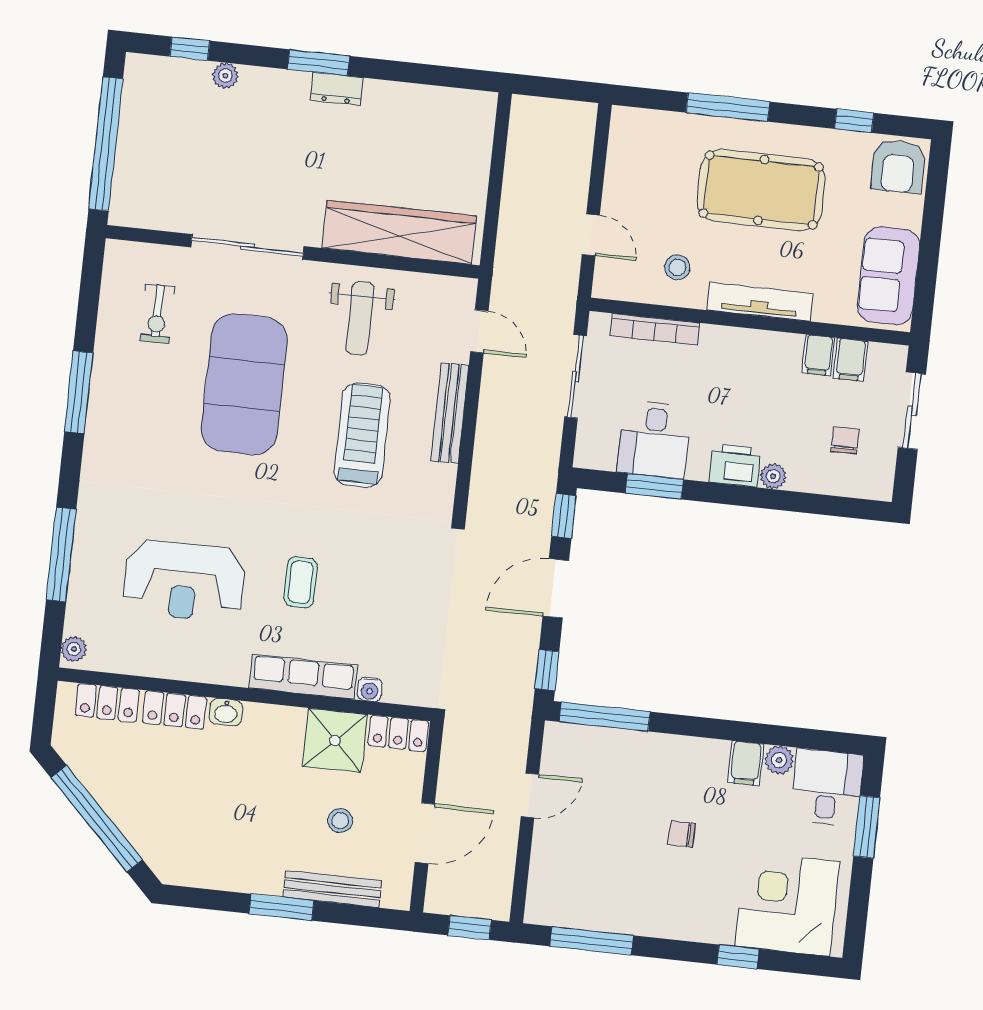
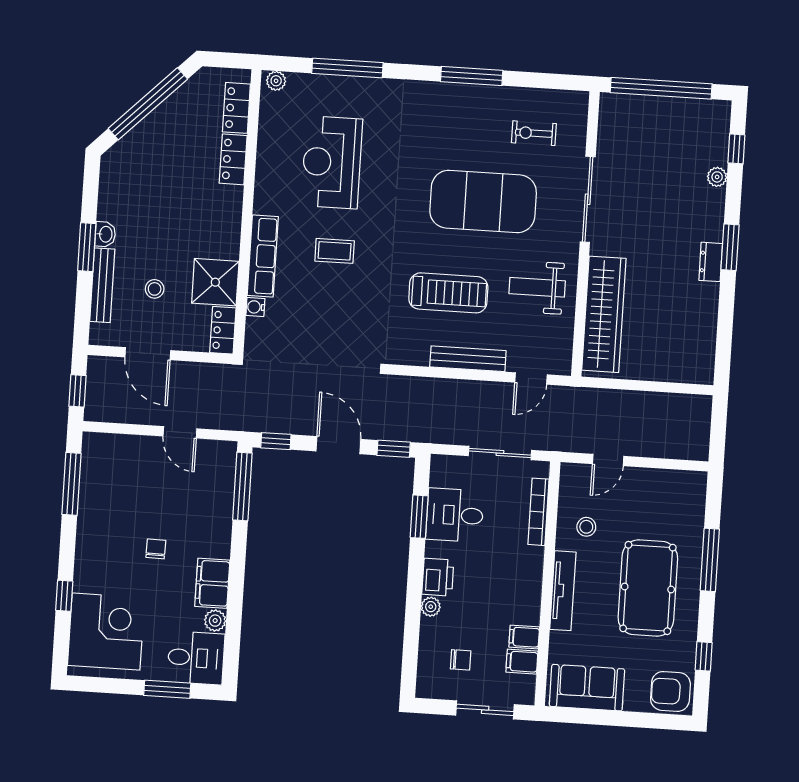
washbasin: (226, 712) -> (105, 234), moved, turned 180
filing cabinet: (746, 763) -> (212, 583), width x2.00

